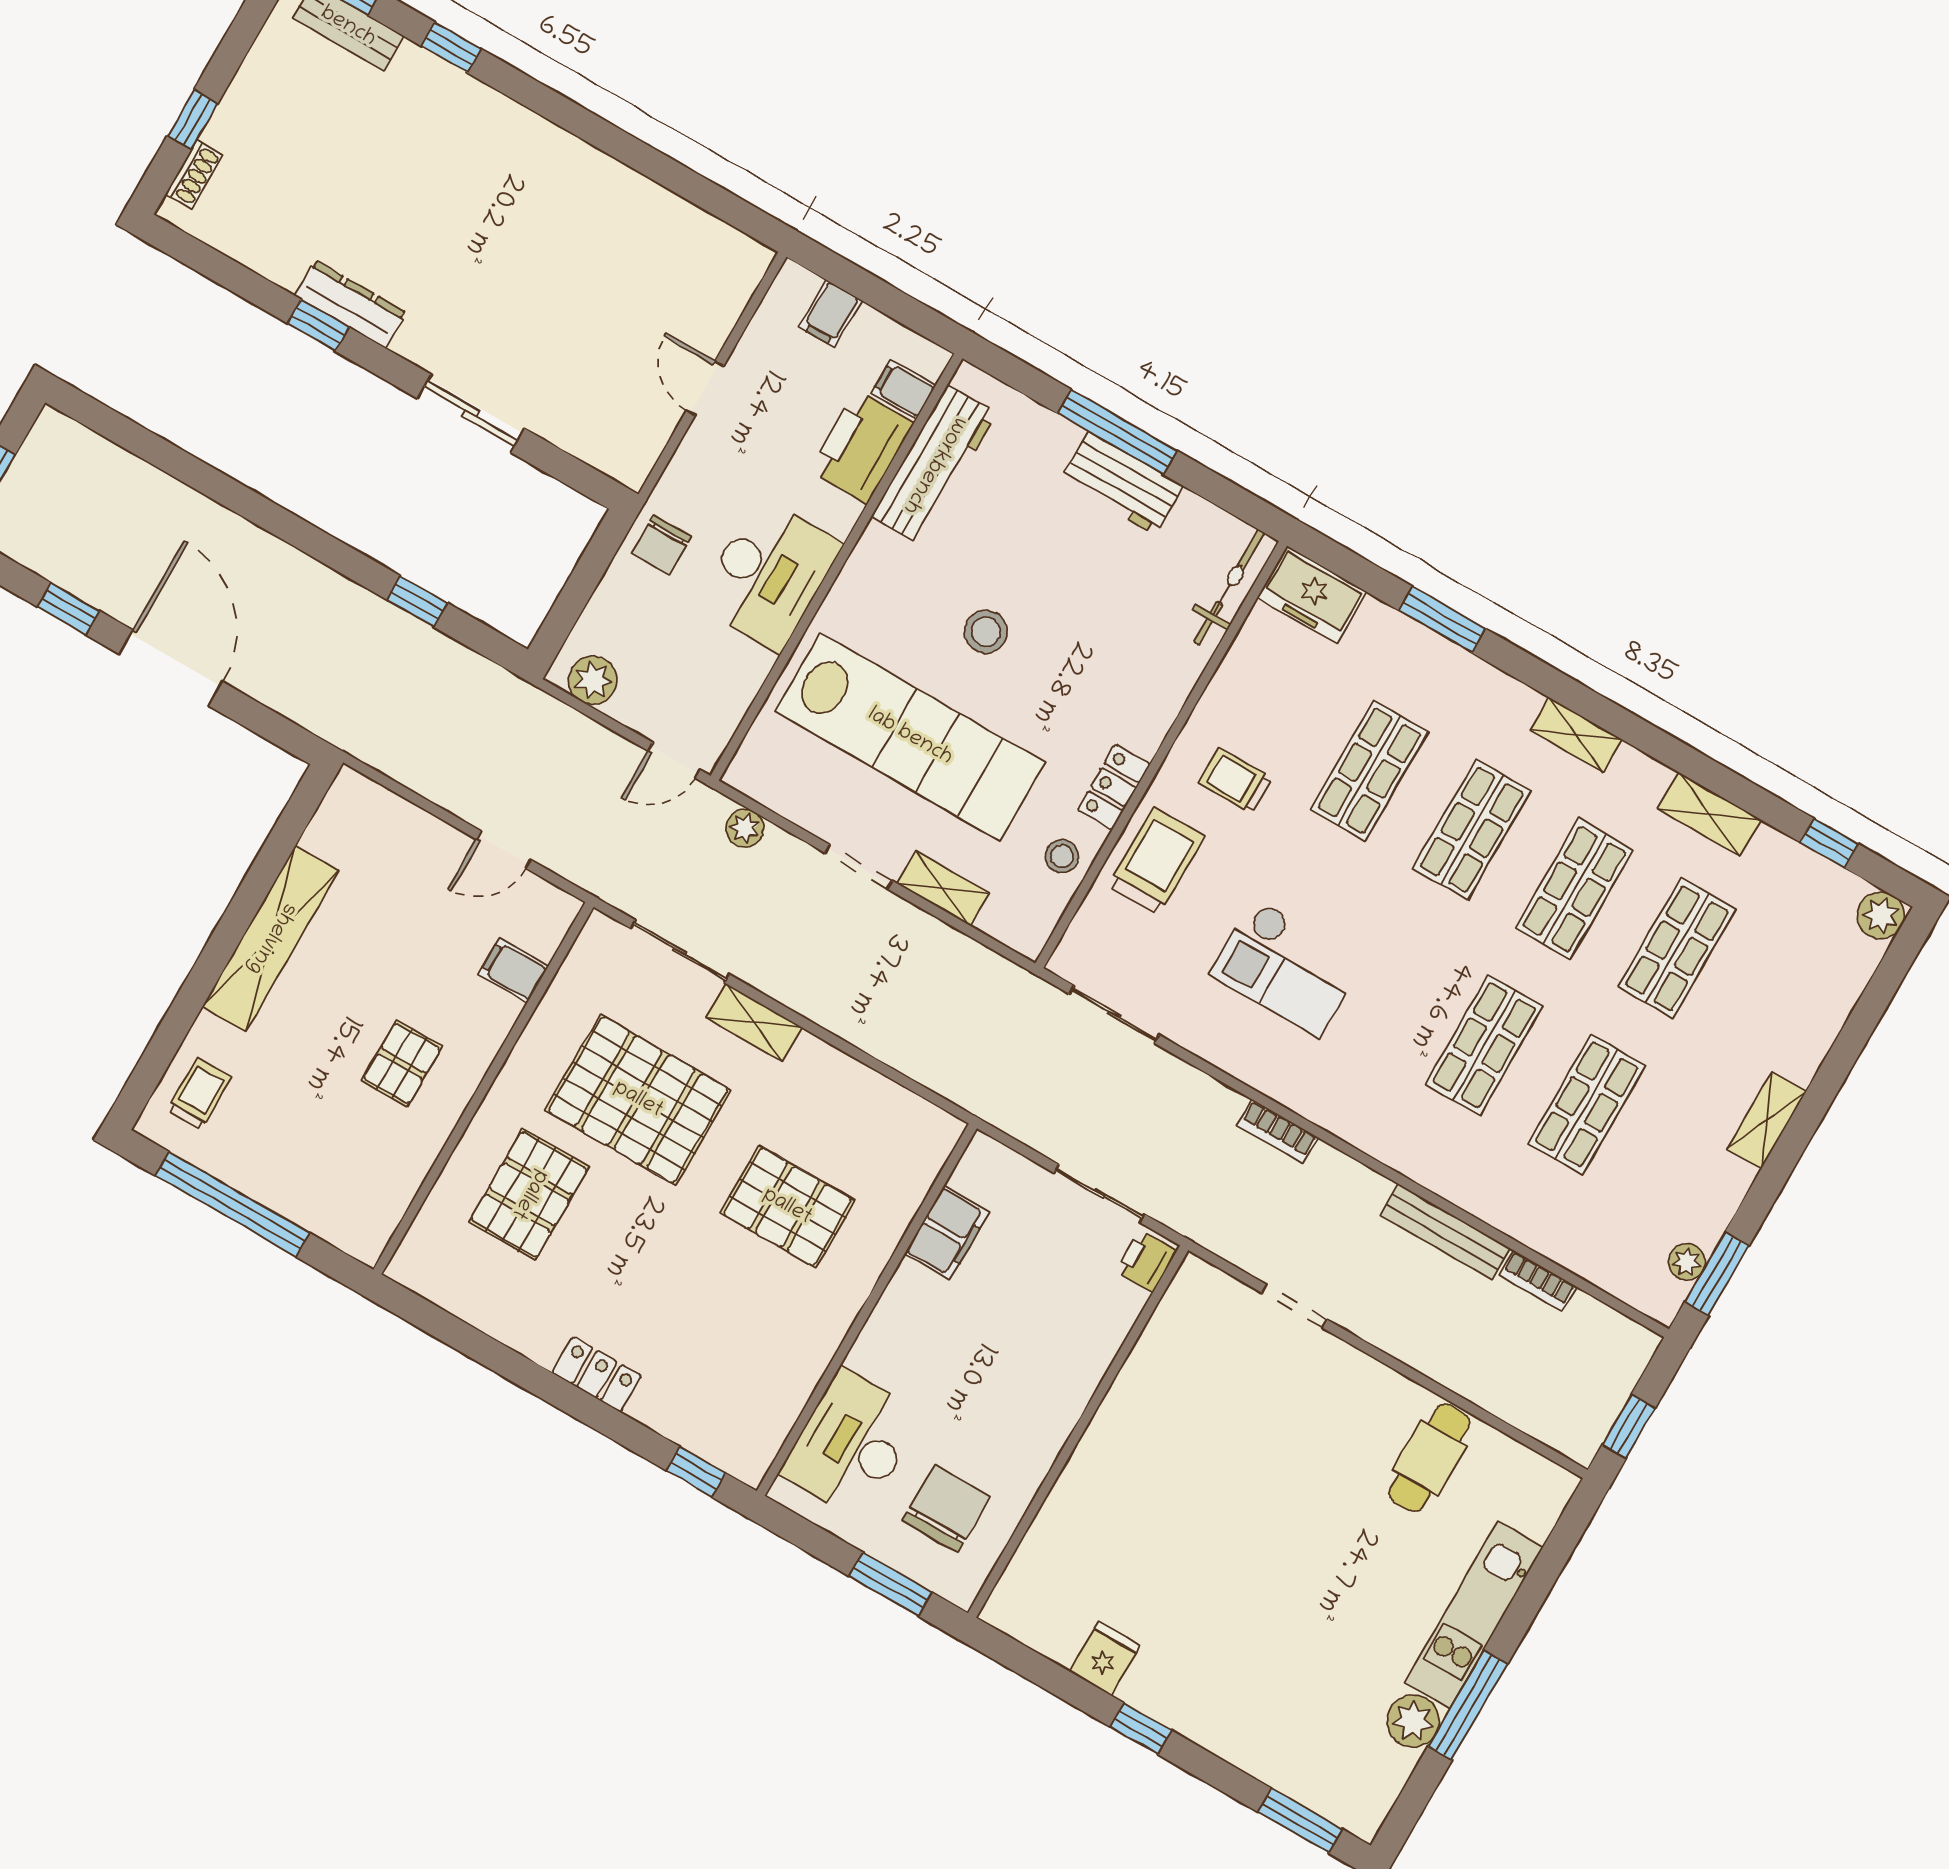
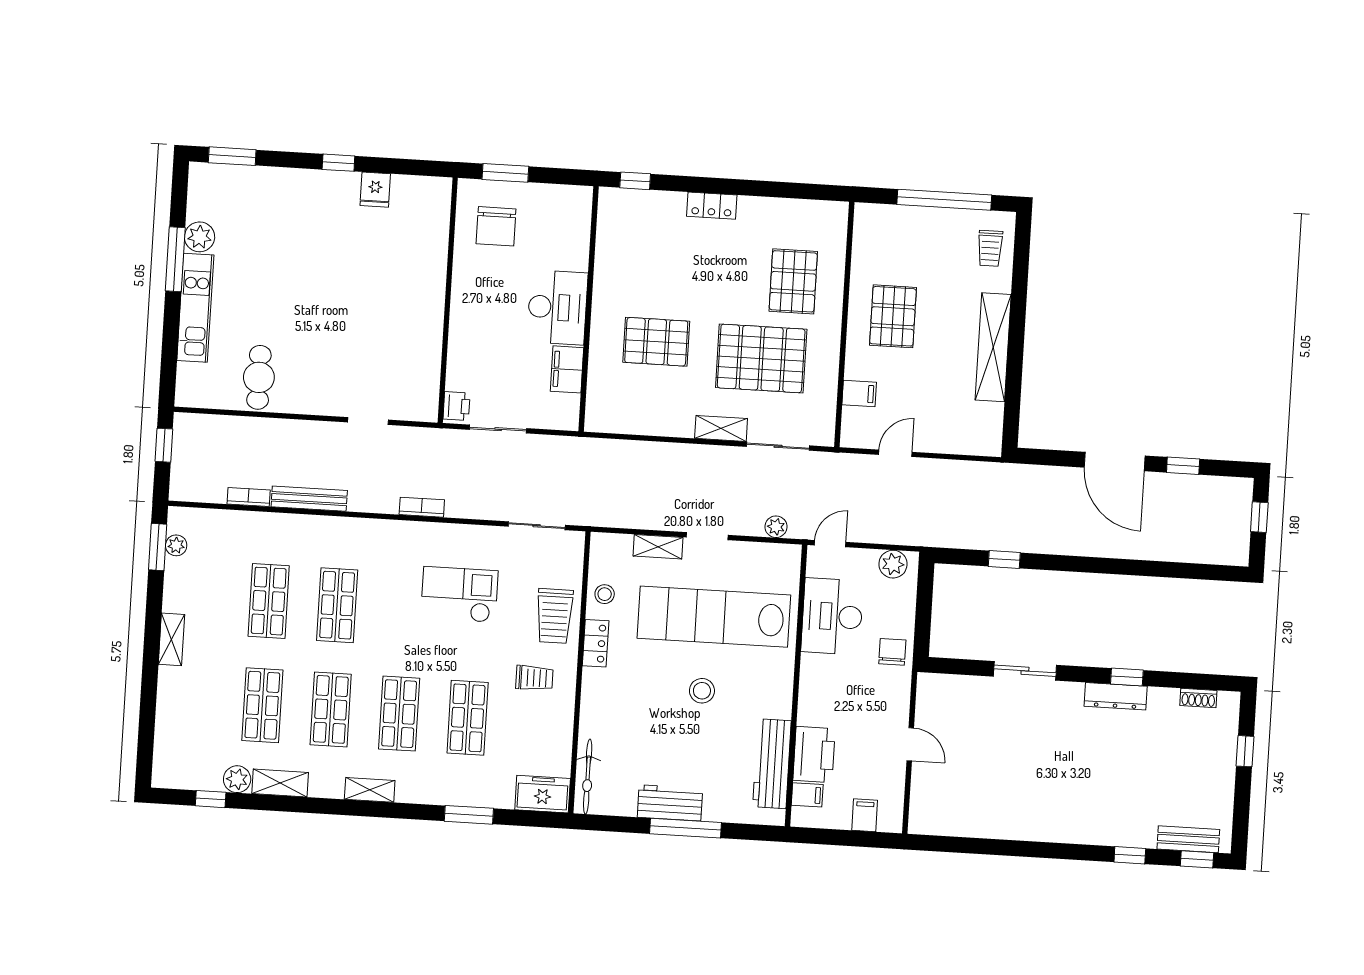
shoe rack: (194, 174) -> (1198, 698), moved, turned -90
desk: (769, 574) -> (832, 616), moved
plant: (1881, 916) -> (237, 779), moved
pallet: (402, 1063) -> (893, 316), width x1.50, depth x1.42
desk: (851, 1444) -> (557, 307), moved

